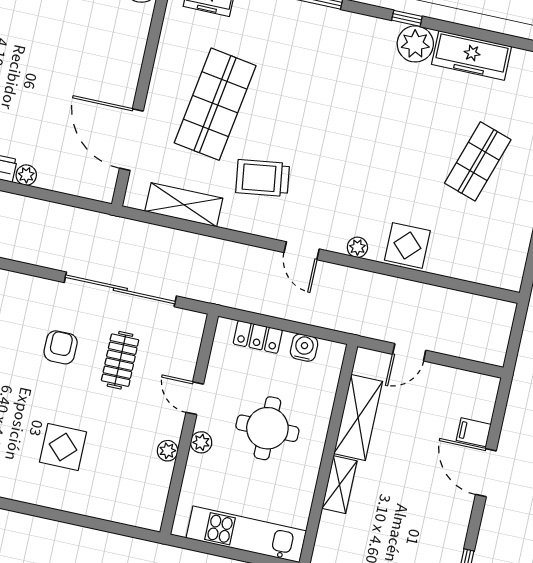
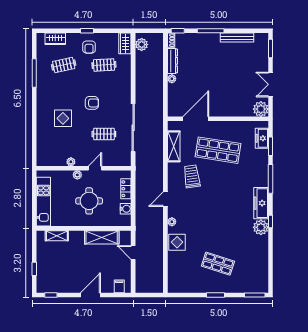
freezer: (472, 55) -> (261, 203), moved
armchair: (61, 347) -> (92, 103), moved
filing cabinet: (474, 432) -> (119, 286), moved
shelving: (339, 485) -> (57, 236), moved

